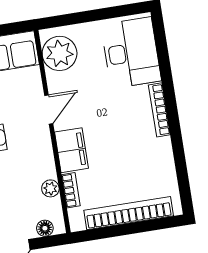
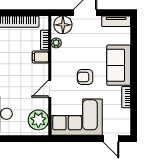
filing cabinet: (71, 150) -> (40, 57), width x0.50
floor lamp: (45, 228) -> (63, 25), width x1.89, depth x1.89

